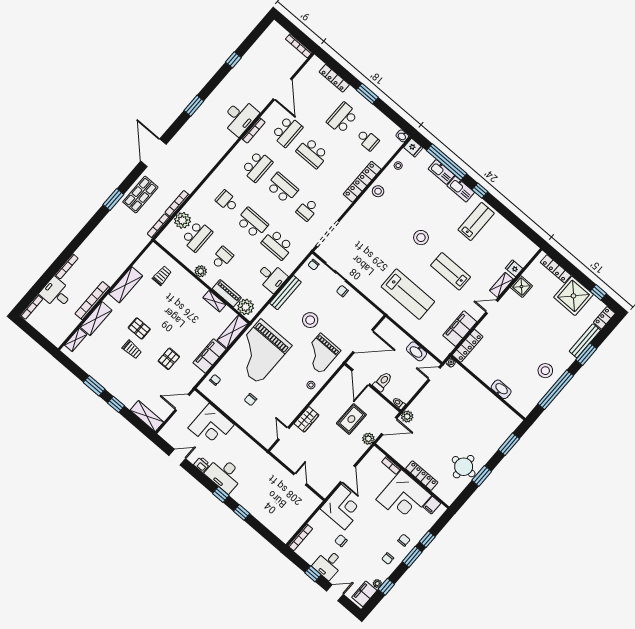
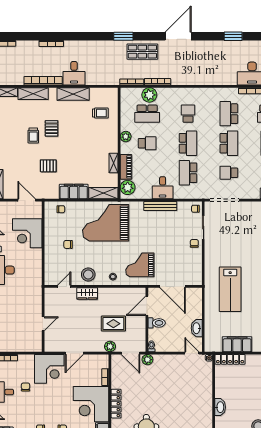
school desk: (257, 166) -> (229, 114), turned 90
desk: (56, 293) -> (74, 73), moved, turned 180
stool: (310, 320) -> (88, 274), moved

